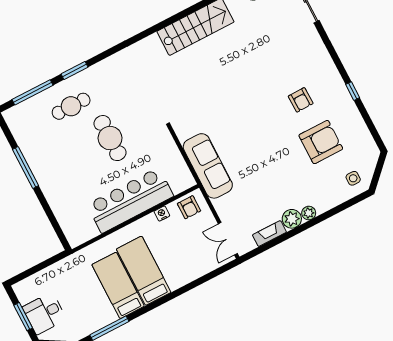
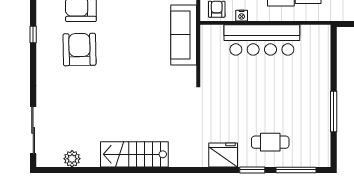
fridge: (110, 70) -> (223, 155), added
armchair: (301, 100) -> (79, 50), width x1.88, depth x1.88
cafe table: (110, 138) -> (252, 100), removed

